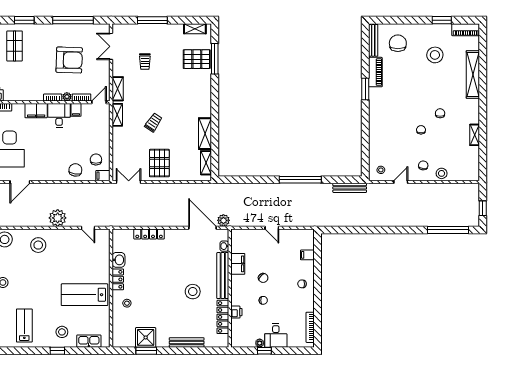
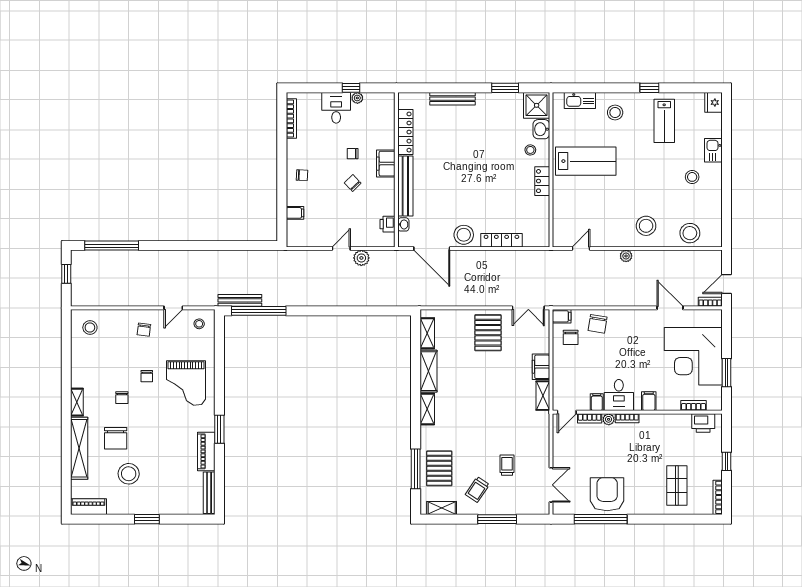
window: (24, 20) -> (664, 519), removed
window: (442, 20) -> (147, 519), moved
chair: (398, 43) -> (116, 438), moved
pallet: (197, 59) -> (439, 468), turned 90
armchair: (69, 60) -> (607, 494), moved, turned 88
shelving: (118, 89) -> (427, 409), moved
filing cabinet: (36, 111) -> (649, 401), width x0.50
trolley: (153, 122) -> (477, 490), moved
grand piano: (391, 124) -> (186, 383), added
shelving: (475, 135) -> (77, 402), moved
filing cabinet: (119, 137) -> (541, 367), added
stool: (442, 173) -> (90, 328), moved
window: (300, 180) -> (259, 311), moved
door: (20, 182) -> (670, 308), hinge flipped
plant: (58, 218) -> (626, 256), width x0.53, depth x0.53
plant: (223, 220) -> (361, 258), moved
door: (88, 228) -> (581, 248), hinge flipped
door: (272, 228) -> (341, 248), hinge flipped
washbasin: (118, 260) -> (541, 129), moved
filing cabinet: (238, 264) -> (386, 164), moved
stool: (193, 292) -> (464, 235), moved
printer: (236, 312) -> (388, 224), moved
shower: (146, 337) -> (537, 105), moved
window: (57, 351) -> (649, 88), moved

